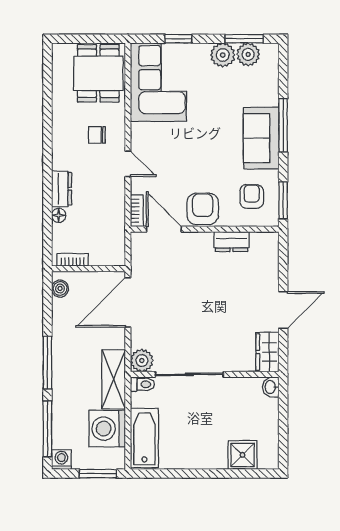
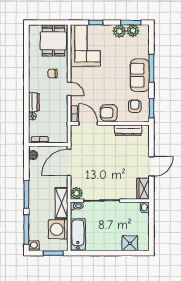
armchair: (203, 209) -> (109, 113), turned -90
dresser: (231, 242) -> (128, 130), width x1.44

